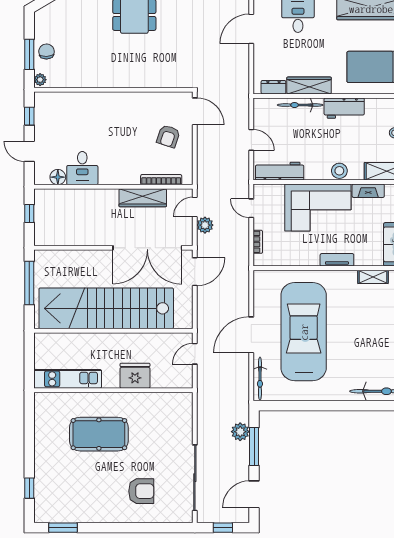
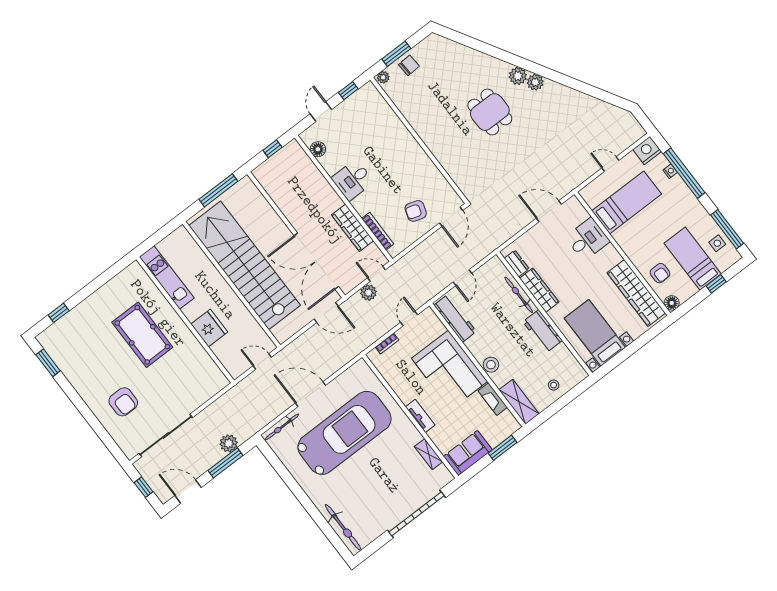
desk: (82, 168) -> (353, 180), moved

